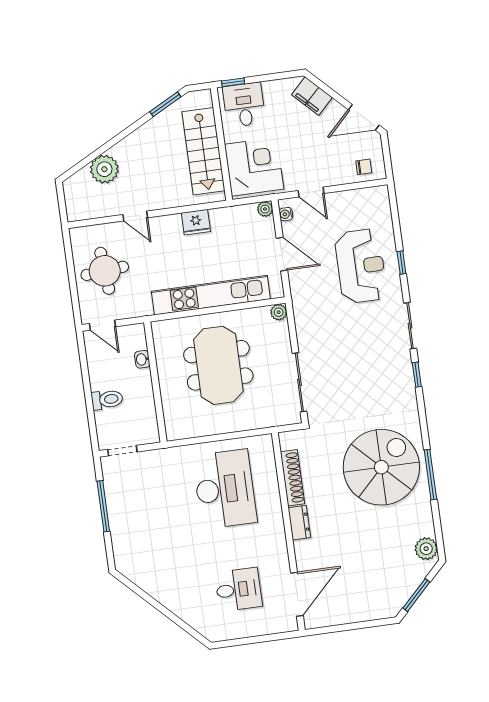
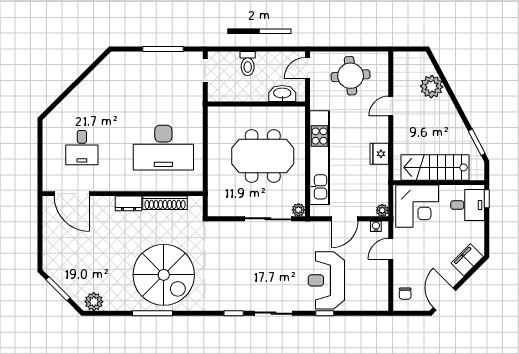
reception desk: (361, 266) -> (326, 280), turned 90
washbasin: (142, 359) -> (282, 93), width x1.91, depth x1.45
sliding door: (299, 382) -> (268, 219), moved

